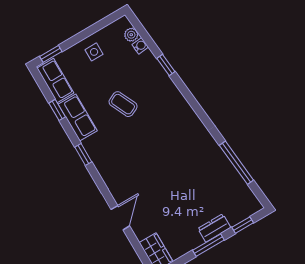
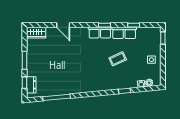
row of seats: (55, 81) -> (100, 33), moved
dresser: (214, 228) -> (31, 85), moved

